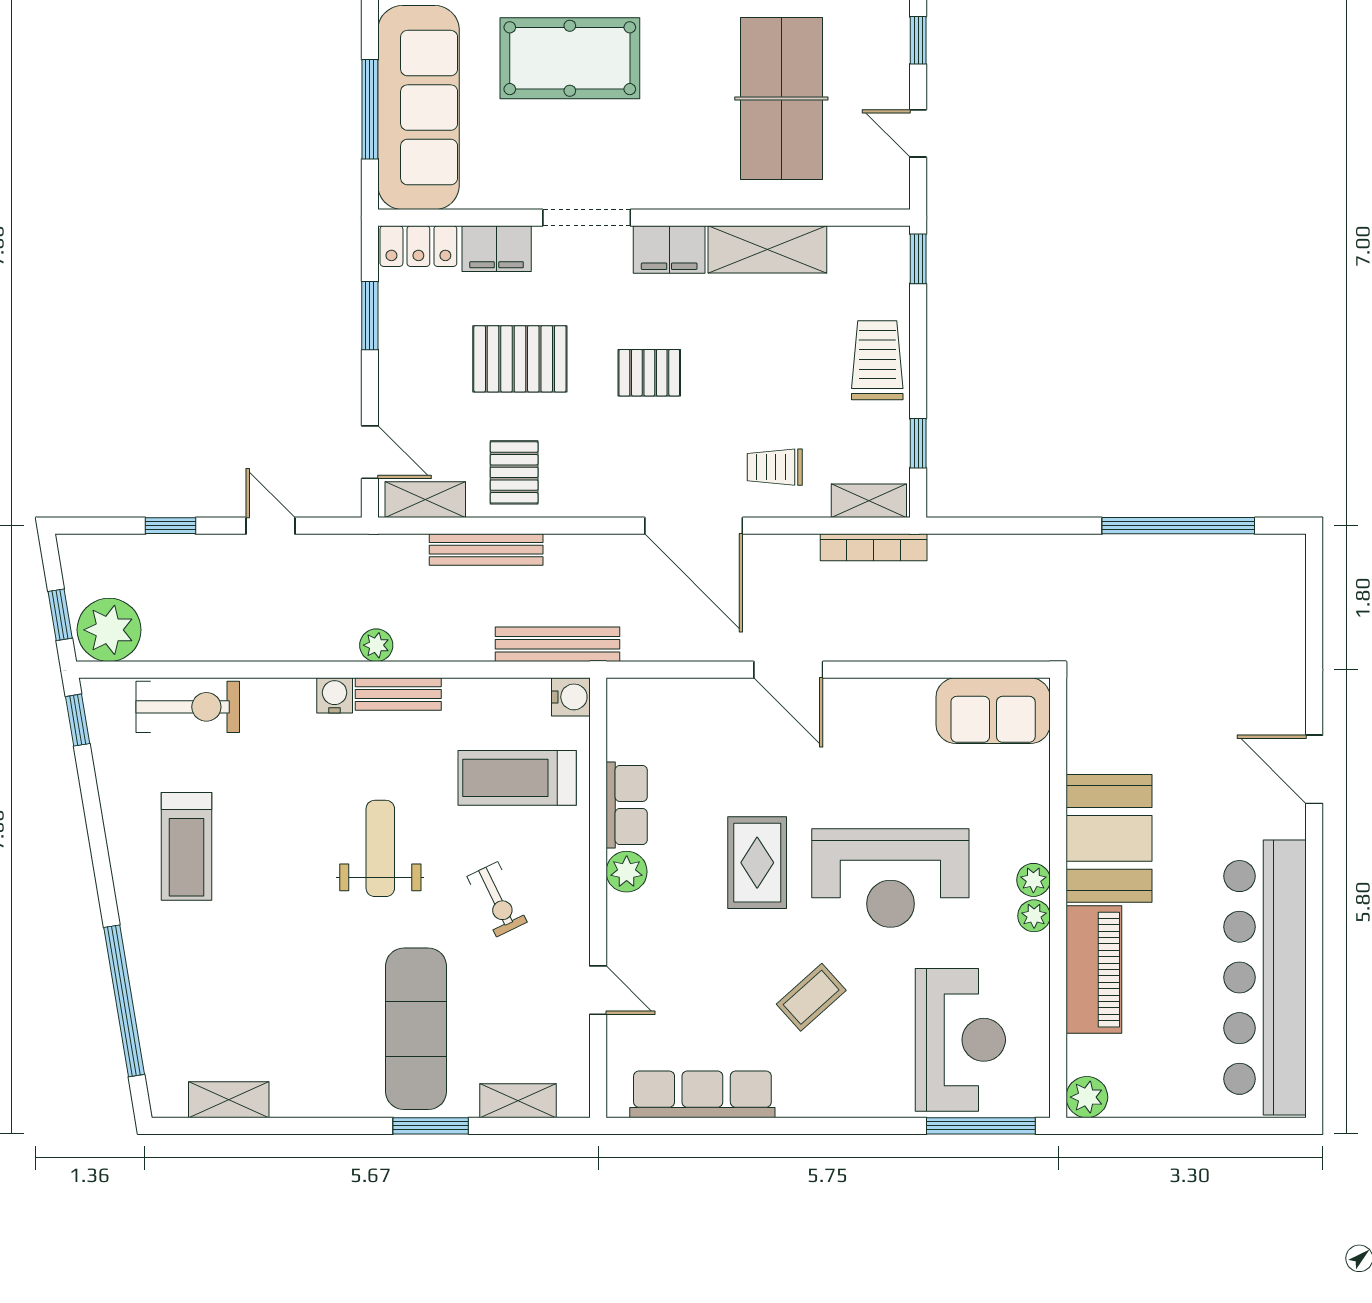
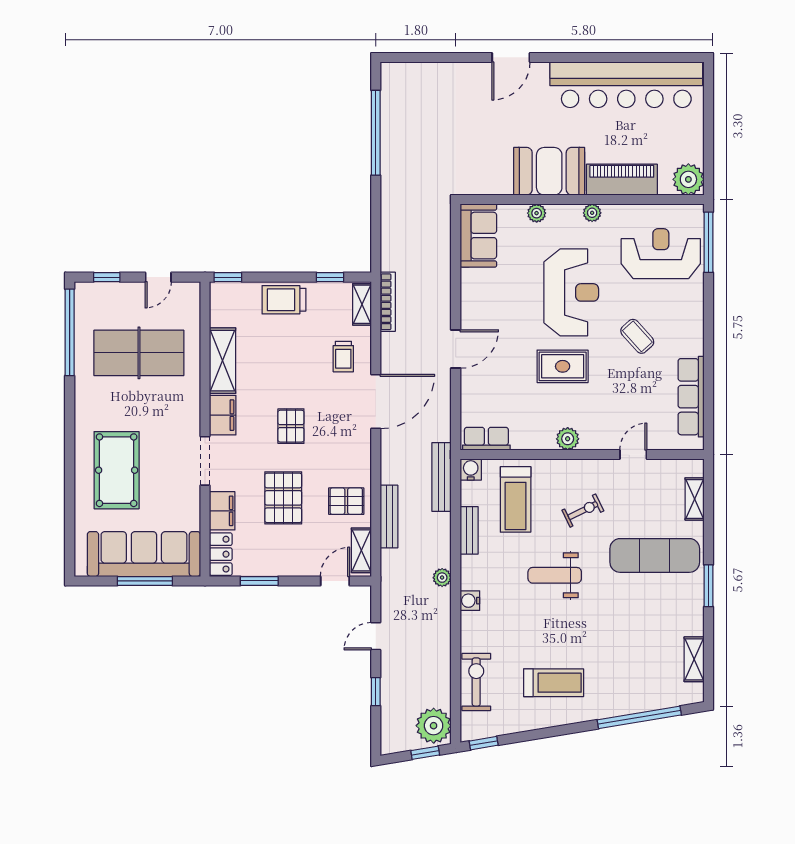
bench: (398, 694) -> (469, 530), moved
row of seats: (627, 805) -> (486, 439), moved
plant: (1033, 880) -> (537, 213), moved
plant: (1087, 1097) -> (688, 179), width x1.36, depth x1.36
window: (431, 1126) -> (709, 586), moved

